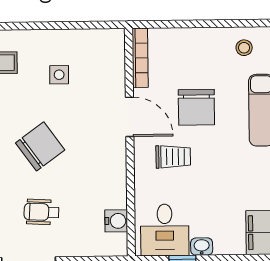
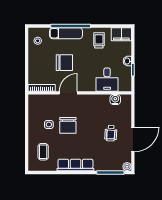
chair: (40, 146) -> (68, 125), moved, turned -144
trolley: (173, 157) -> (99, 40), moved
desk: (165, 230) -> (107, 80), moved, turned 90

